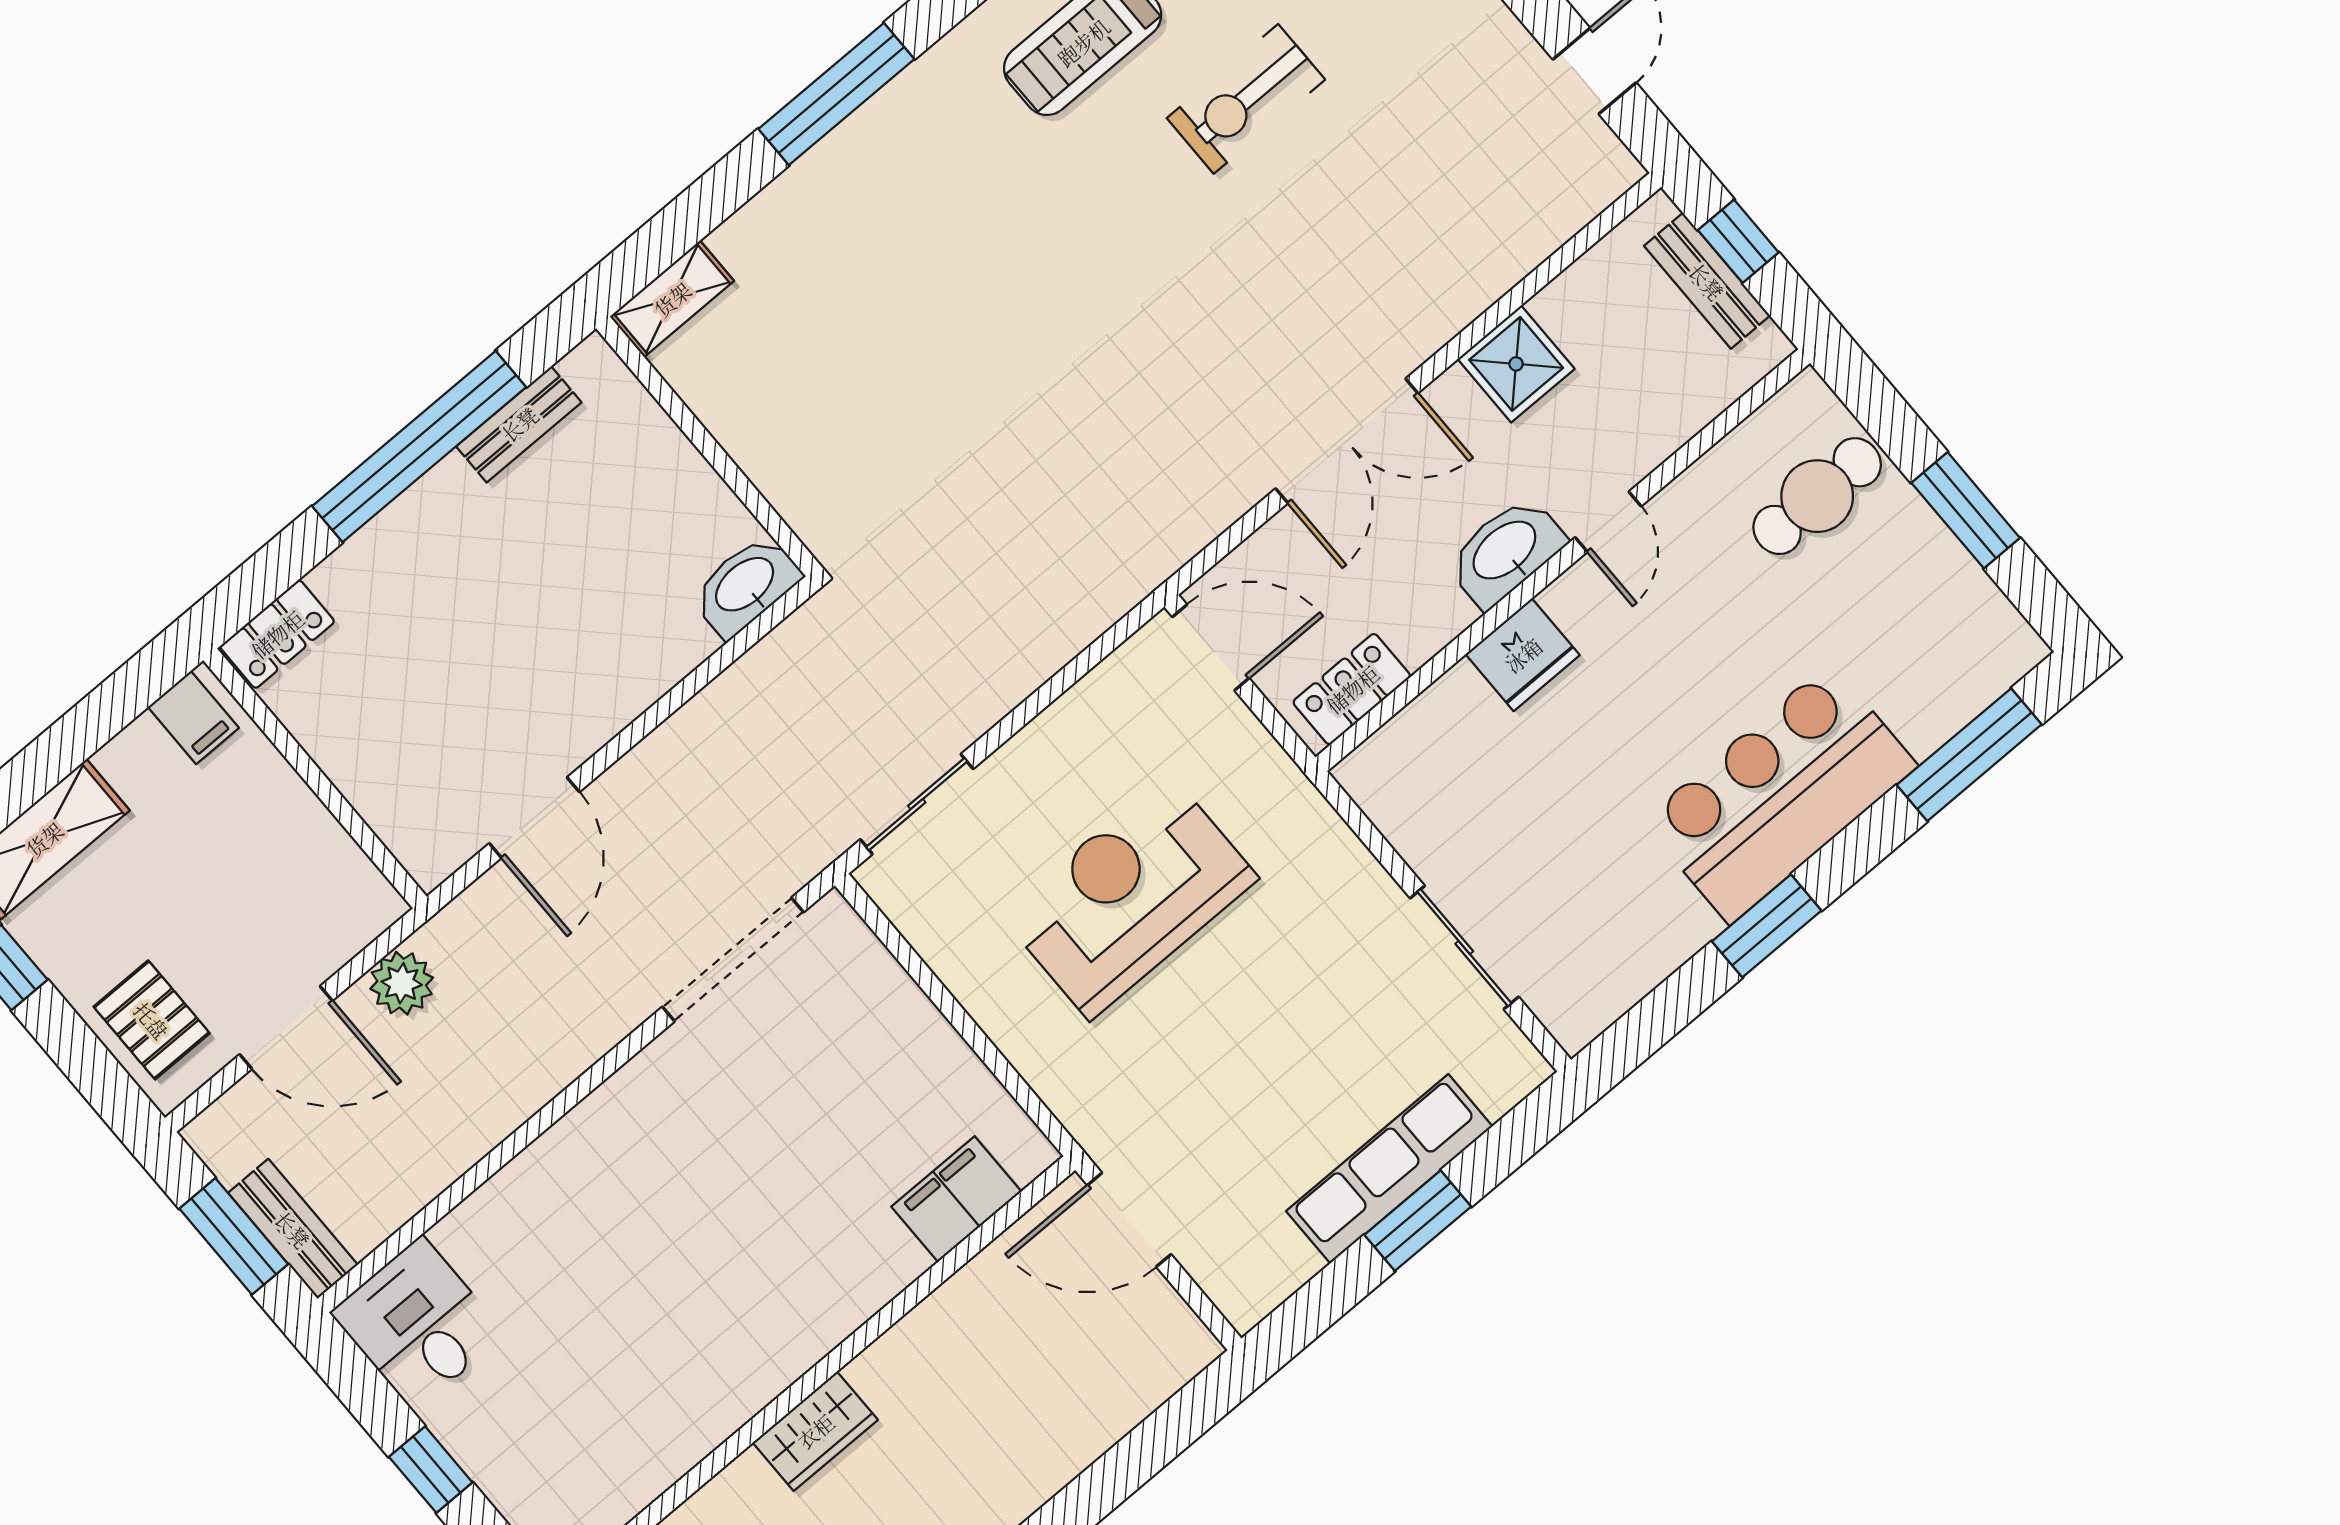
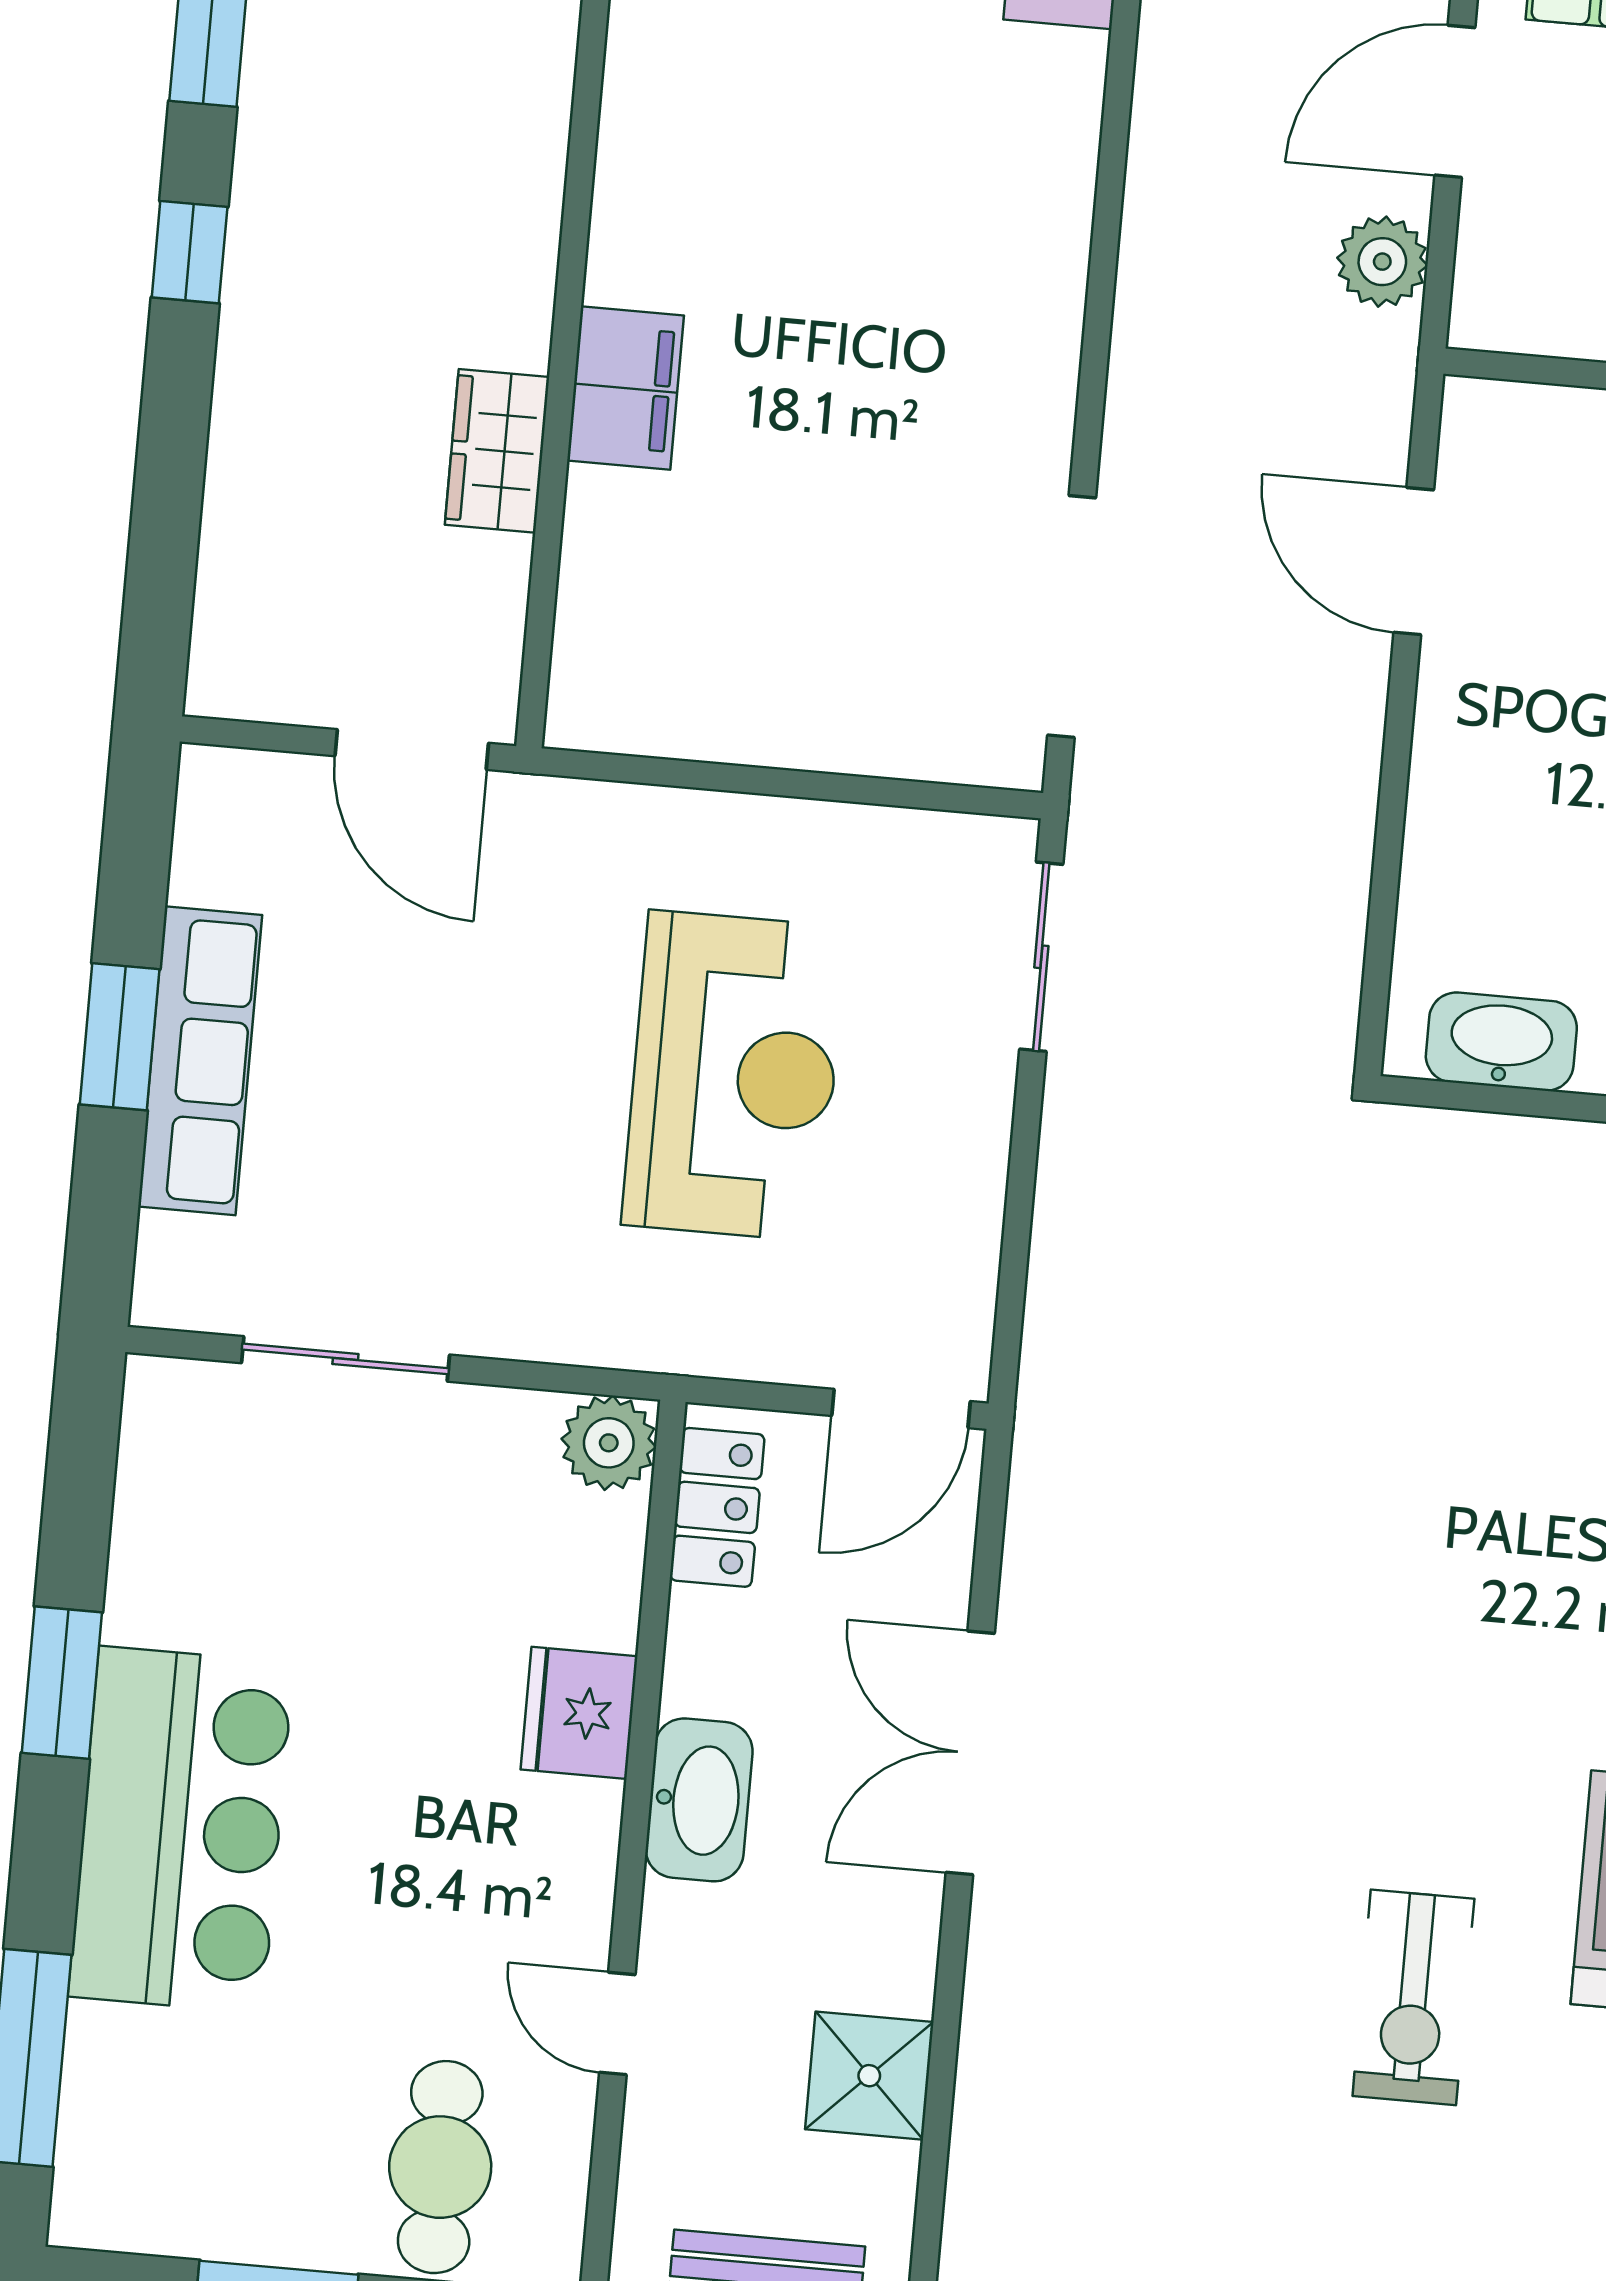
exercise bike: (1246, 99) -> (1413, 1997), turned 180
shower: (1516, 364) -> (869, 2076), moved
door: (1608, 522) -> (617, 2023), moved
washbasin: (746, 586) -> (1501, 1042), moved, turned -90
plant: (1374, 775) -> (609, 1443), added
filing cabinet: (956, 1199) -> (626, 388), moved
door: (1129, 1220) -> (412, 749), swing flipped
wardrobe: (815, 1431) -> (497, 451), moved

